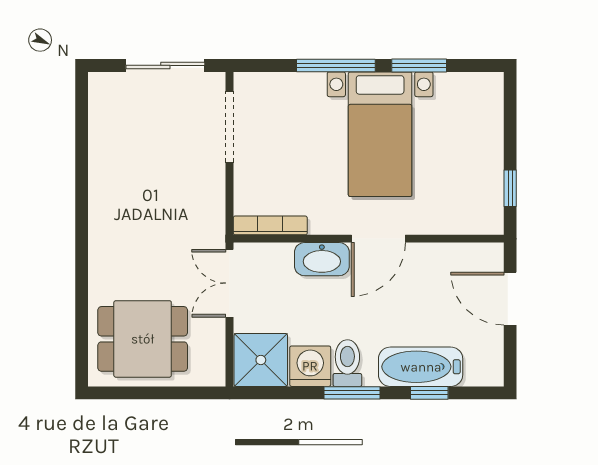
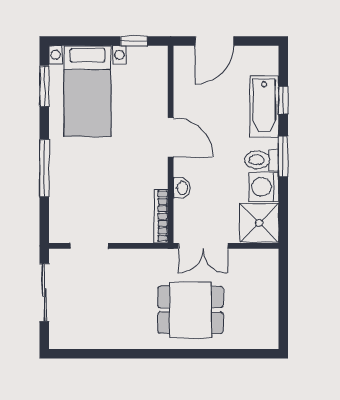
window: (419, 65) -> (44, 86), moved
doorway: (230, 127) -> (89, 246), width x0.73
bed with nightstands: (380, 134) -> (87, 91), moved, turned 90
washbasin: (322, 259) -> (182, 188), width x0.52, depth x0.69
dining table: (143, 339) -> (190, 310), moved, turned 90

